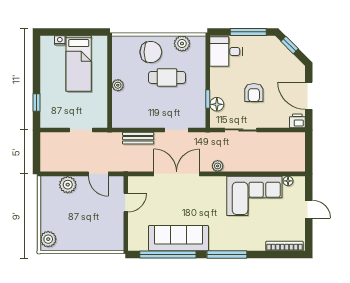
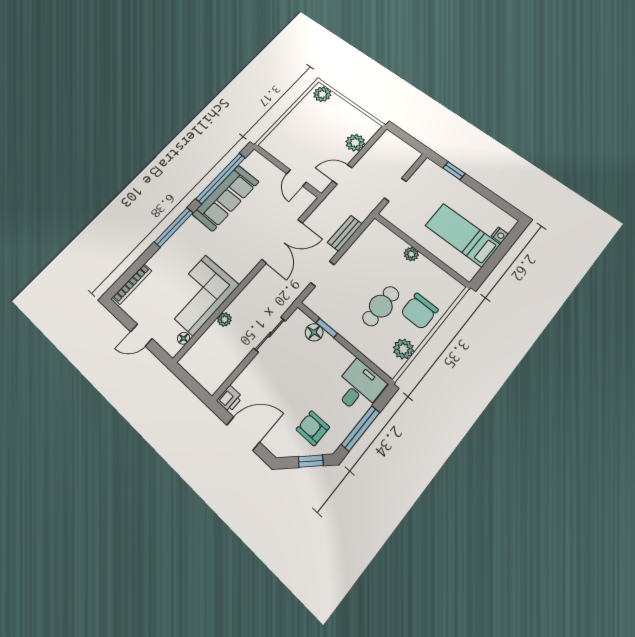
armchair: (254, 93) -> (313, 428), moved
plant: (218, 166) -> (224, 319), moved

